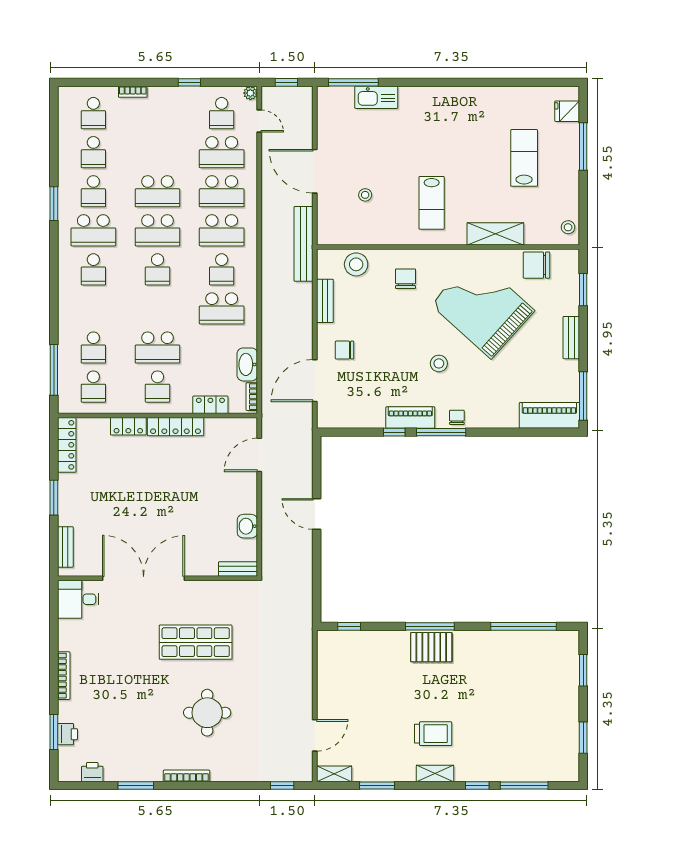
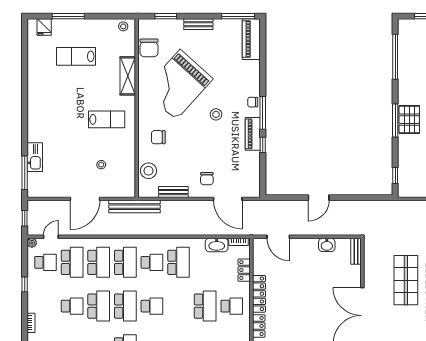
school desk: (158, 152) -> (72, 306), added

